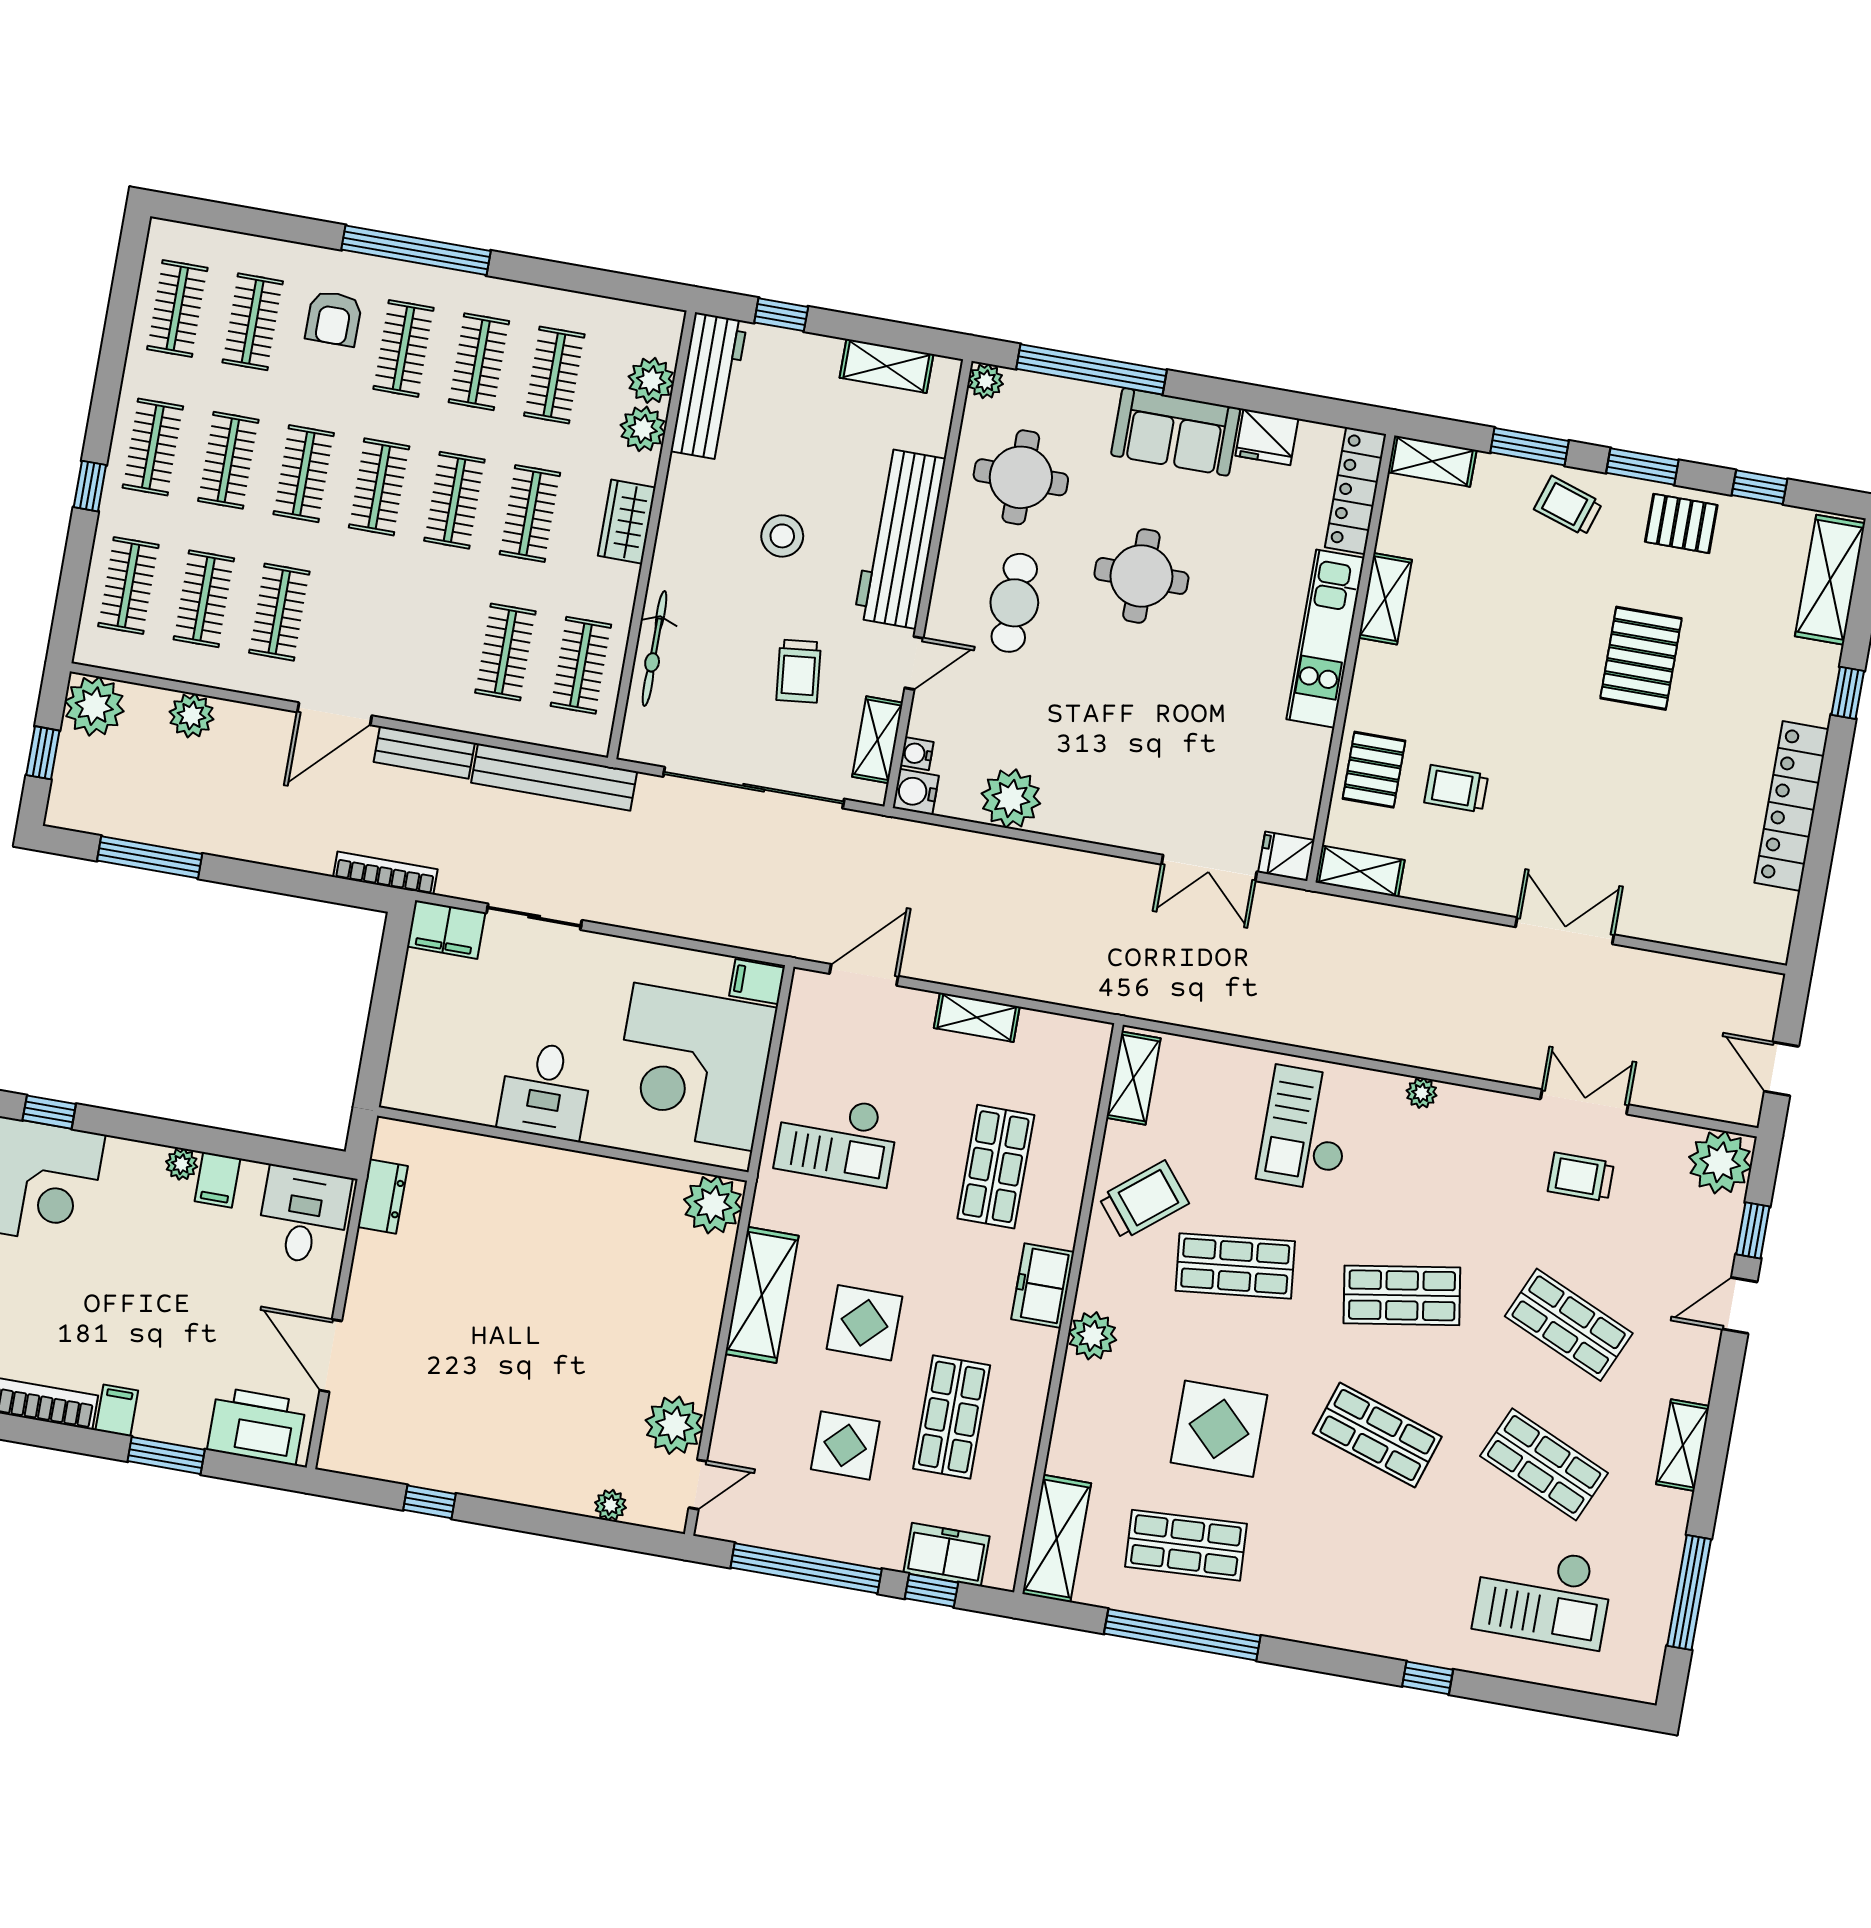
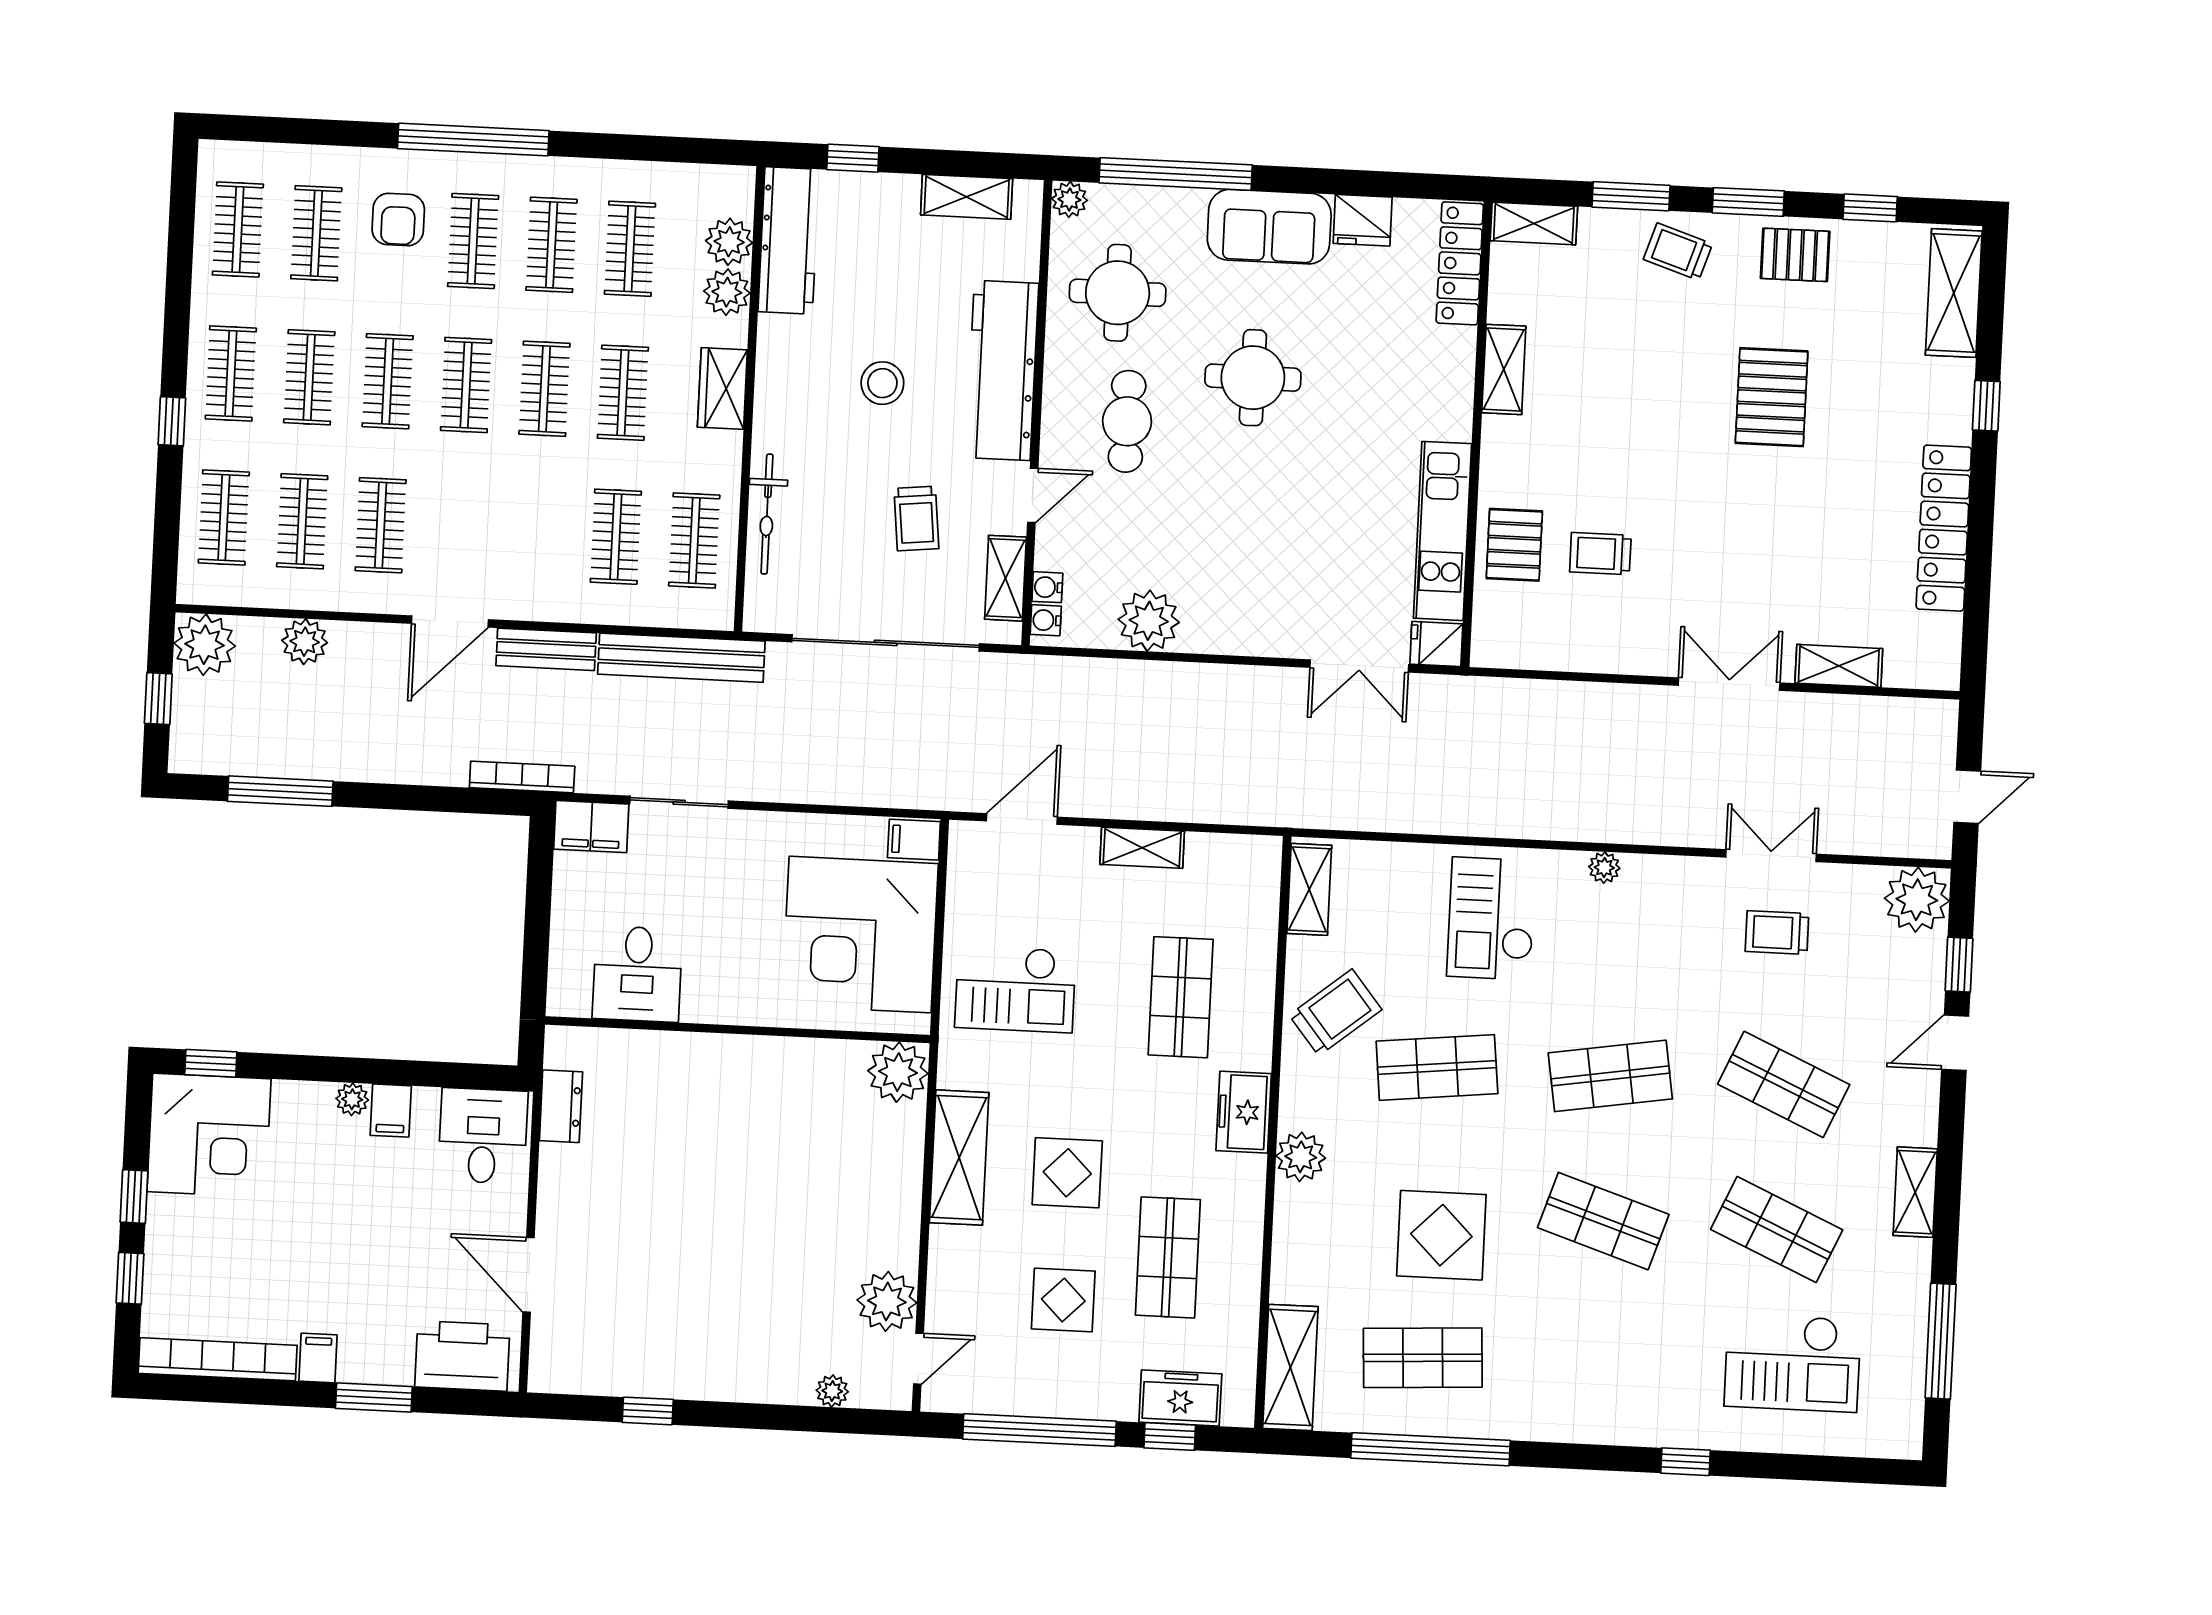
kitchen unit: (1325, 639) -> (1442, 531), moved
water cooler: (916, 792) -> (1046, 620), width x0.72, depth x0.72
shelving: (1360, 871) -> (1839, 666), moved
door: (1781, 1069) -> (1967, 797), swing flipped
desk: (545, 1090) -> (637, 974), moved

